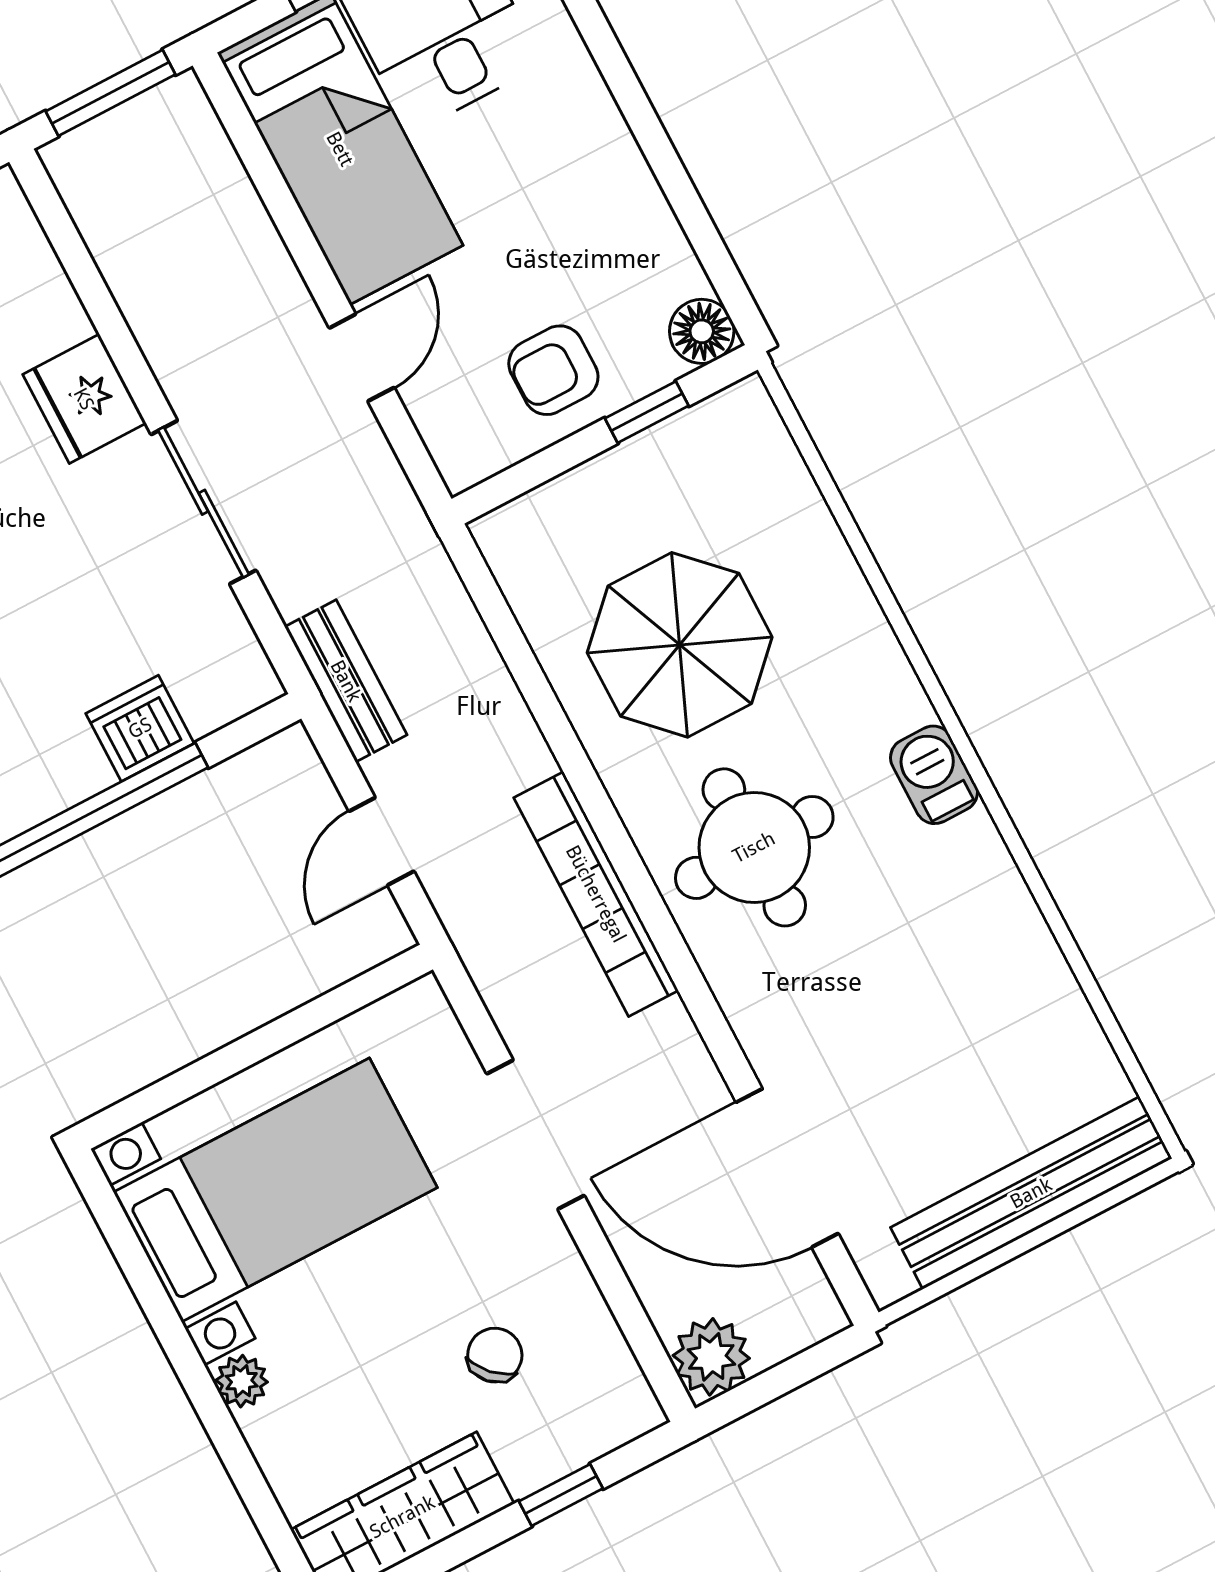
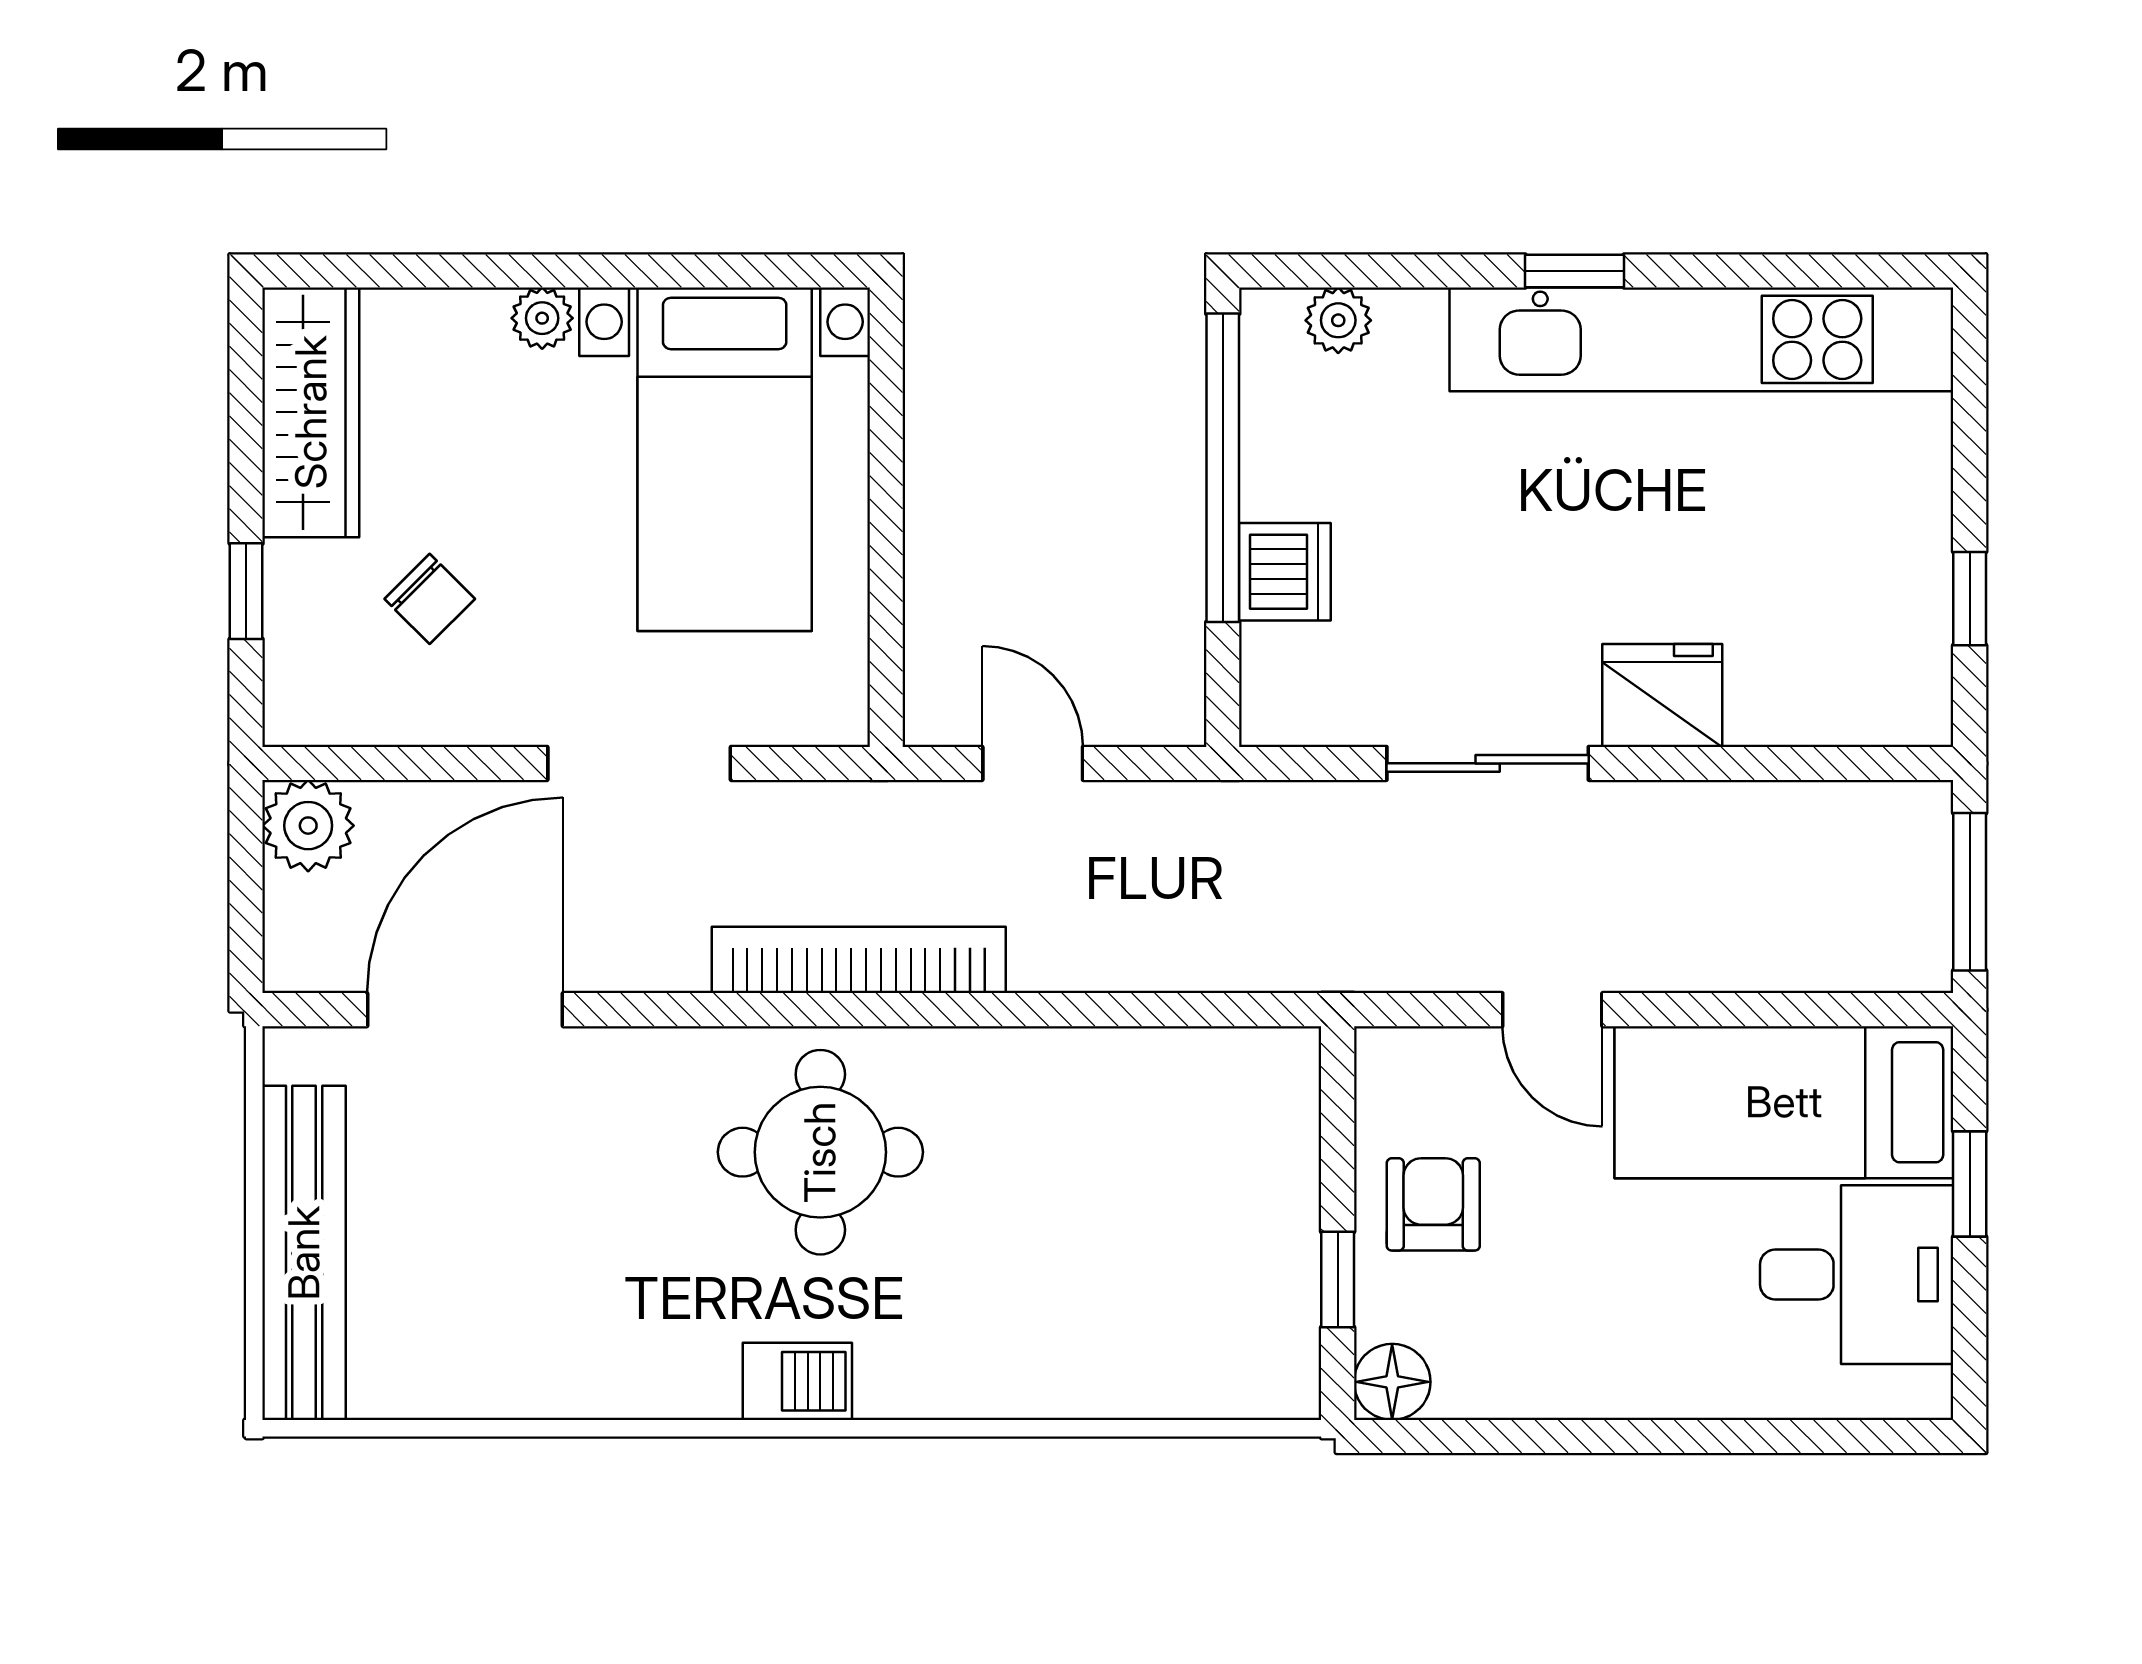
parasol: (680, 645) -> (1075, 1186), removed
bench: (346, 681) -> (1221, 815), removed

